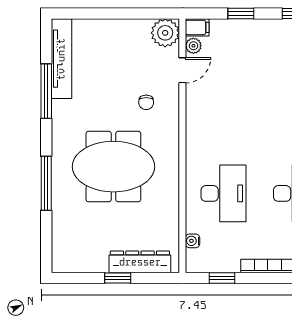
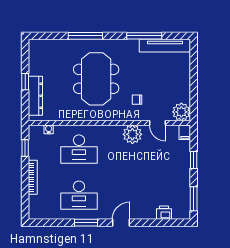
plant: (193, 46) -> (132, 134), moved, width x1.88, depth x1.88

